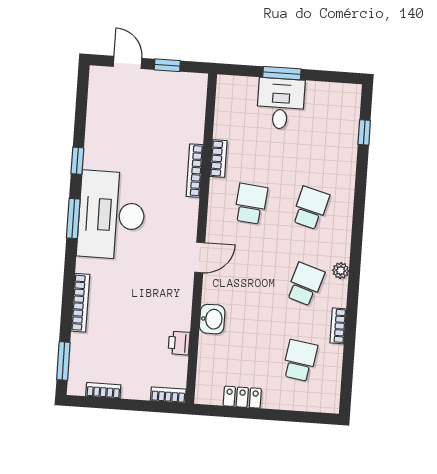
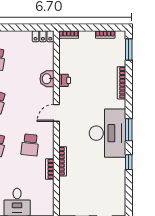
printer: (179, 343) -> (65, 80), moved
locker: (242, 397) -> (43, 36), moved

